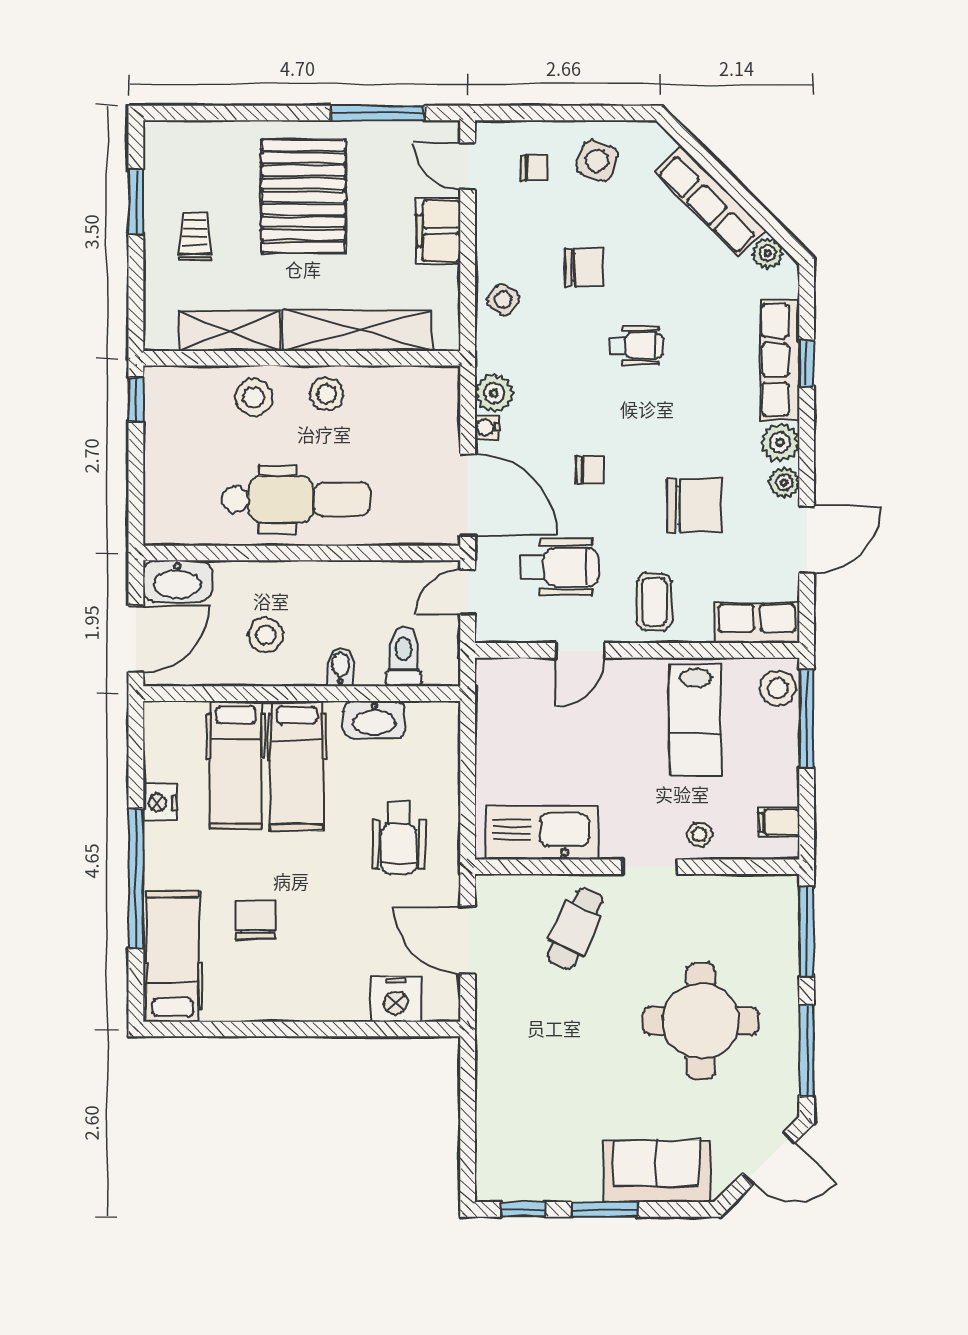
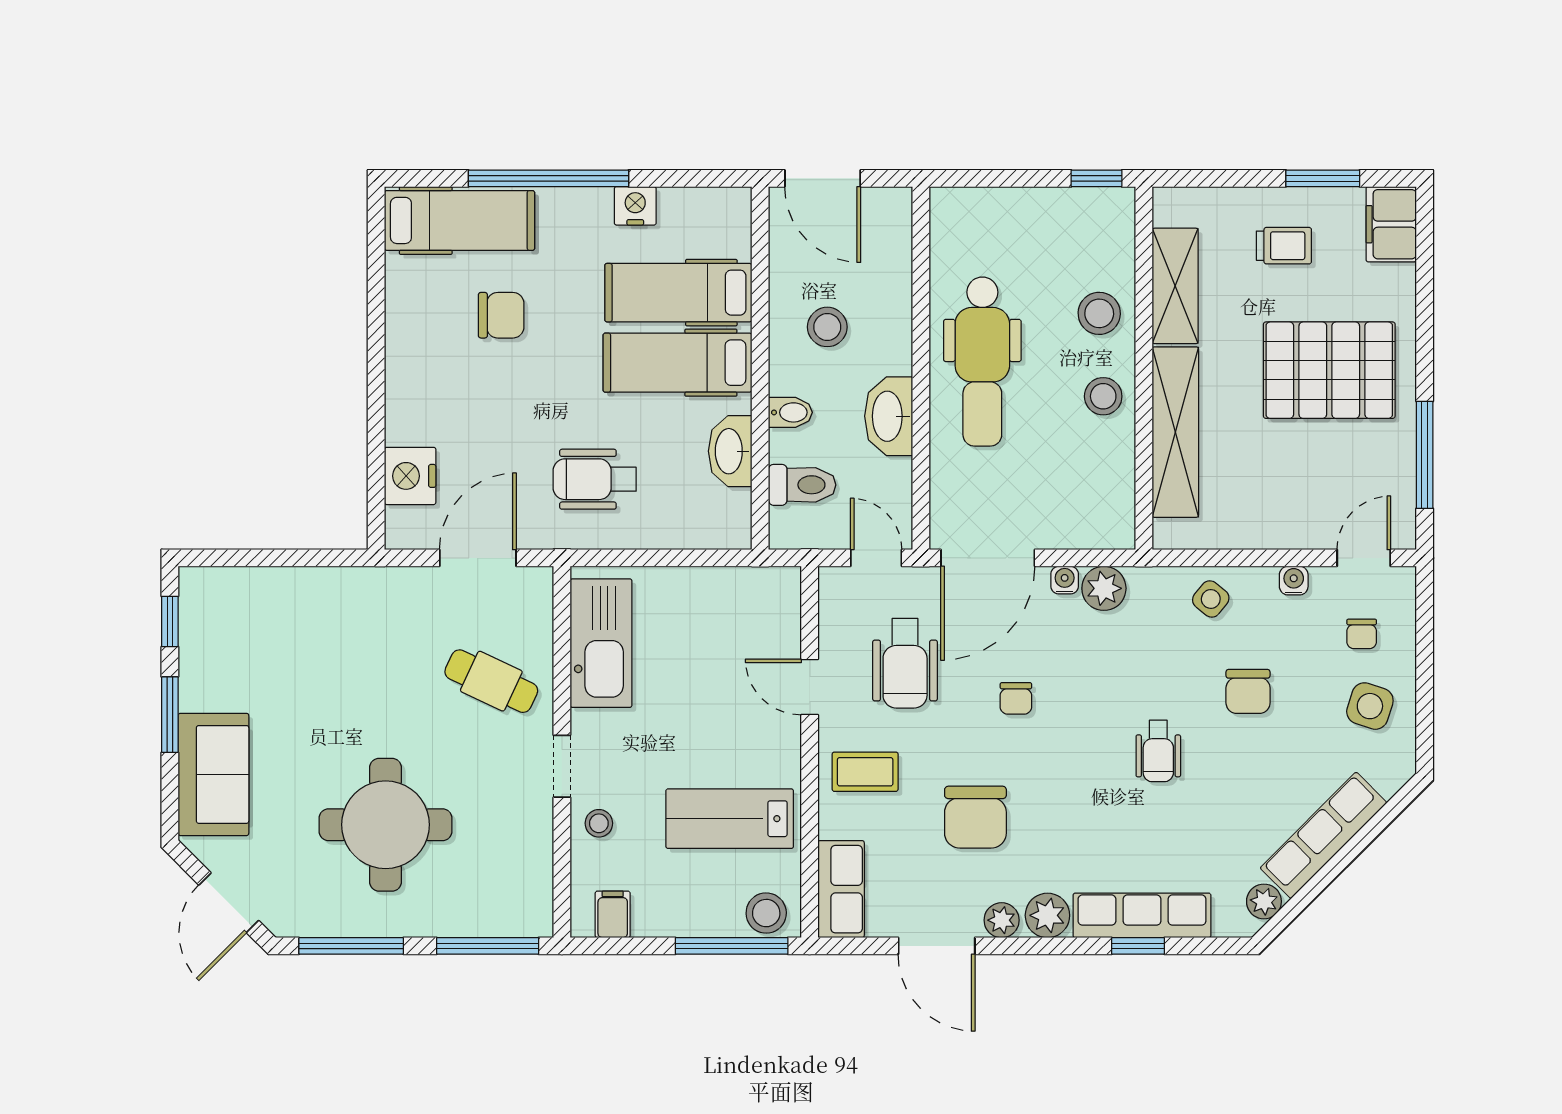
water cooler: (487, 227) -> (1294, 581), added
filing cabinet: (438, 231) -> (1391, 224), moved, turned -90
washbasin: (177, 581) -> (889, 416), moved

